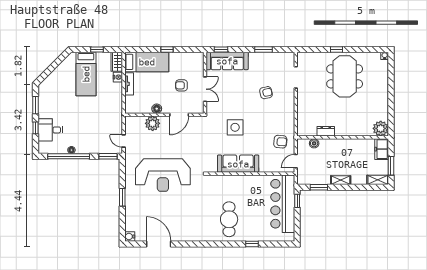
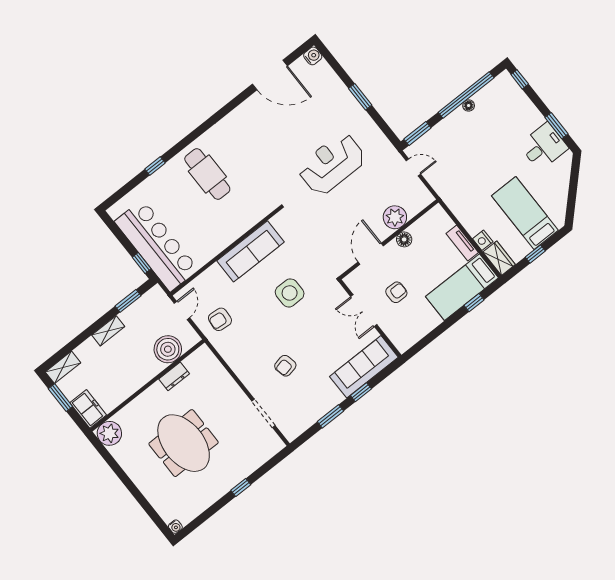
window: (167, 49) -> (474, 303), moved
window: (221, 49) -> (361, 392), moved
meeting table: (345, 76) -> (184, 443), moved
window: (36, 128) -> (520, 79), moved
desk: (50, 130) -> (544, 146), moved
boiler: (314, 143) -> (168, 349), width x1.86, depth x1.86
reception desk: (163, 175) -> (332, 164), width x0.74, depth x0.77

